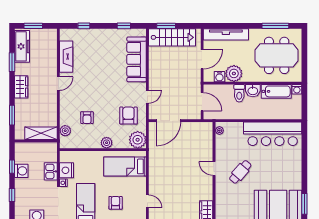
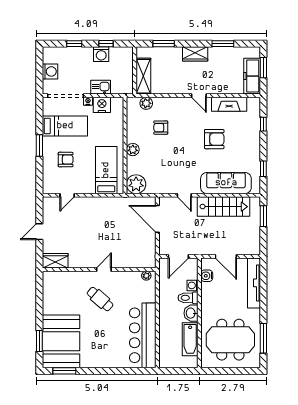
stairs: (172, 37) -> (223, 207), moved, turned -90
freezer: (22, 46) -> (252, 76), moved, turned 90
meeting table: (277, 55) -> (230, 340), turned 90
plant: (234, 73) -> (210, 292), removed
washing machine: (297, 89) -> (193, 285), moved
armchair: (128, 116) -> (214, 139), moved

